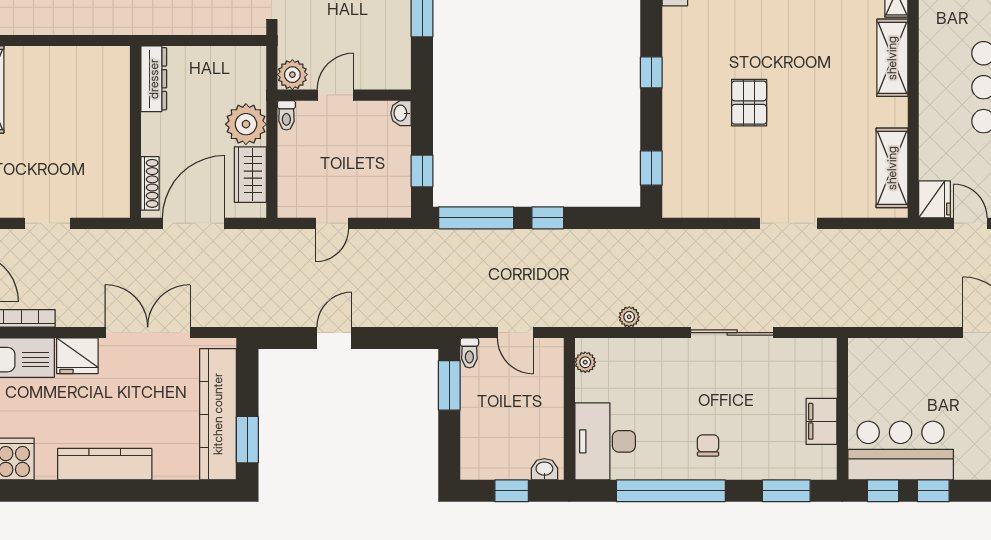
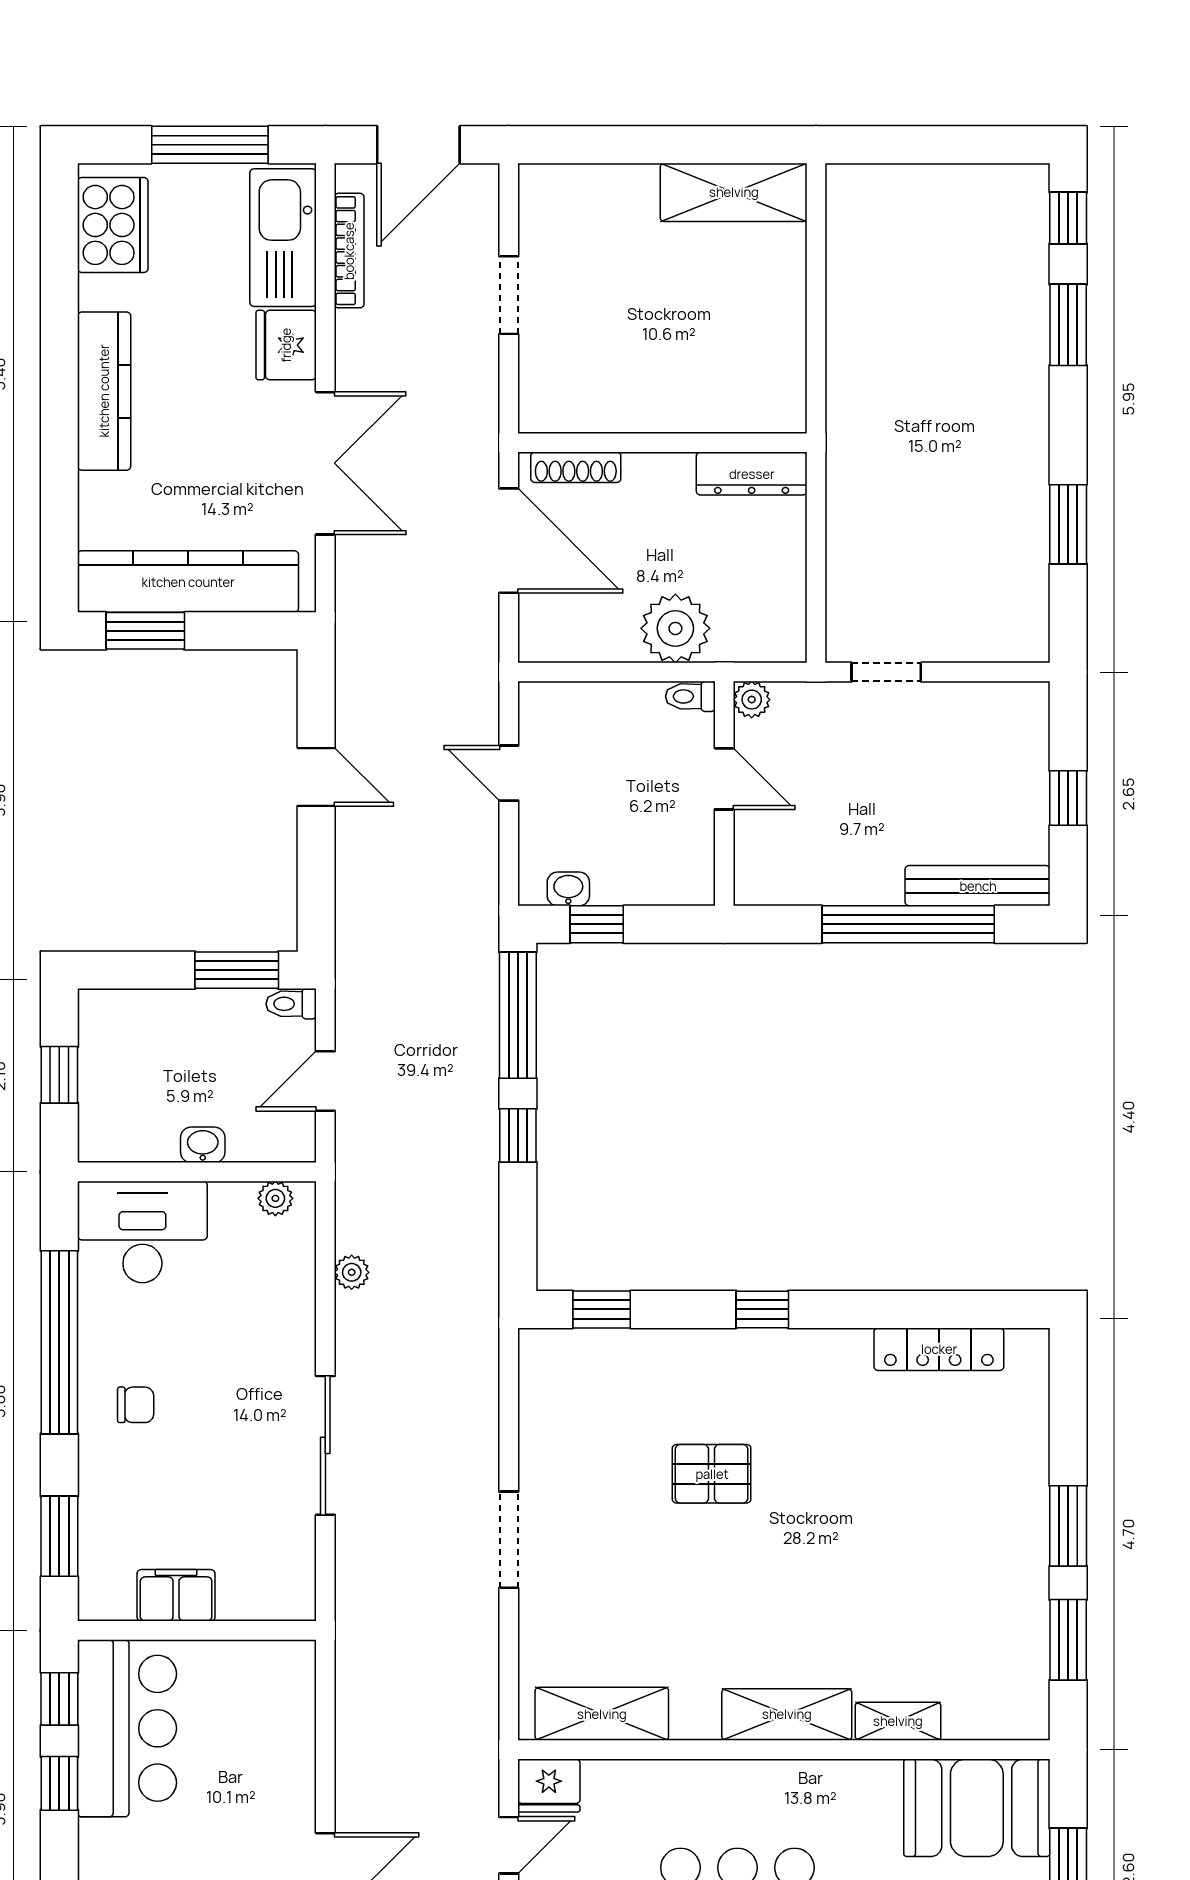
plant: (292, 75) -> (752, 700), width x0.73, depth x0.73
washbasin: (401, 113) -> (568, 889), moved
wardrobe: (250, 175) -> (591, 636), removed
washbasin: (544, 469) -> (203, 1145), moved, turned -90

